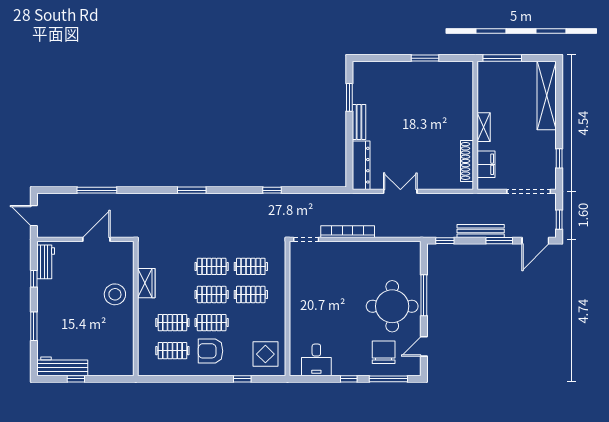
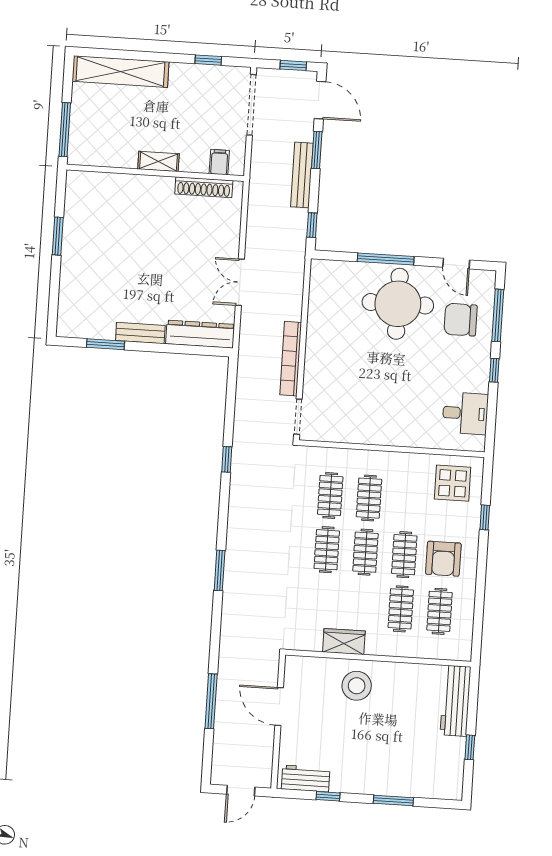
filing cabinet: (486, 164) -> (219, 162), width x0.50
workbench: (62, 366) -> (456, 701), moved

